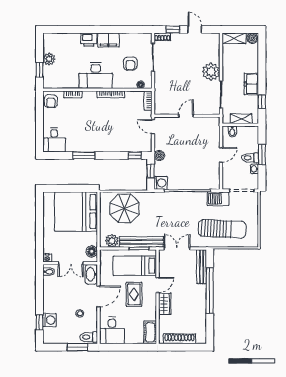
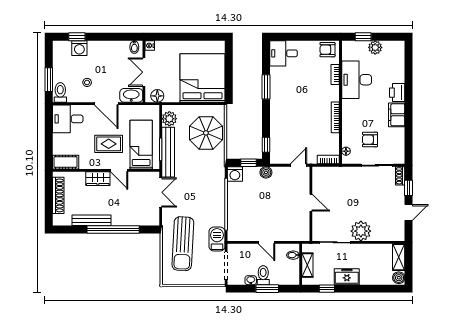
desk: (96, 75) -> (357, 80), moved
bench: (201, 267) -> (92, 220), moved

